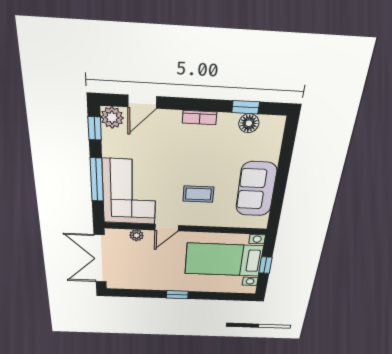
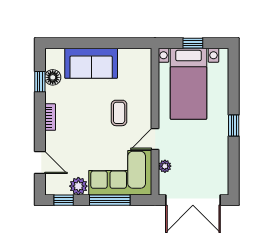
plant: (112, 118) -> (78, 186), moved
sofa: (256, 189) -> (91, 63), moved
door: (167, 228) -> (155, 139), swing flipped

